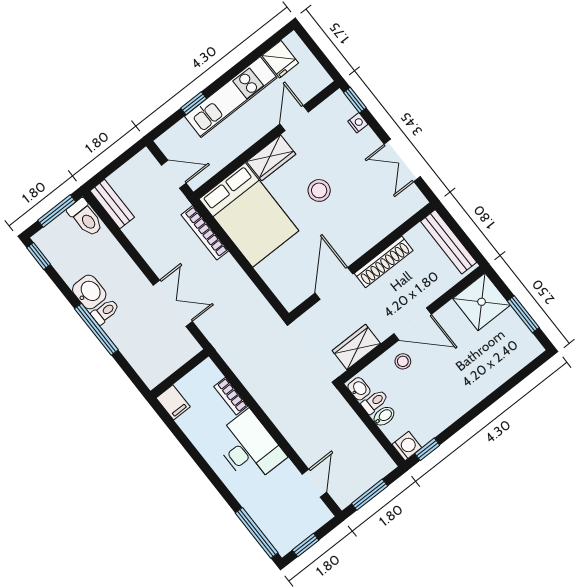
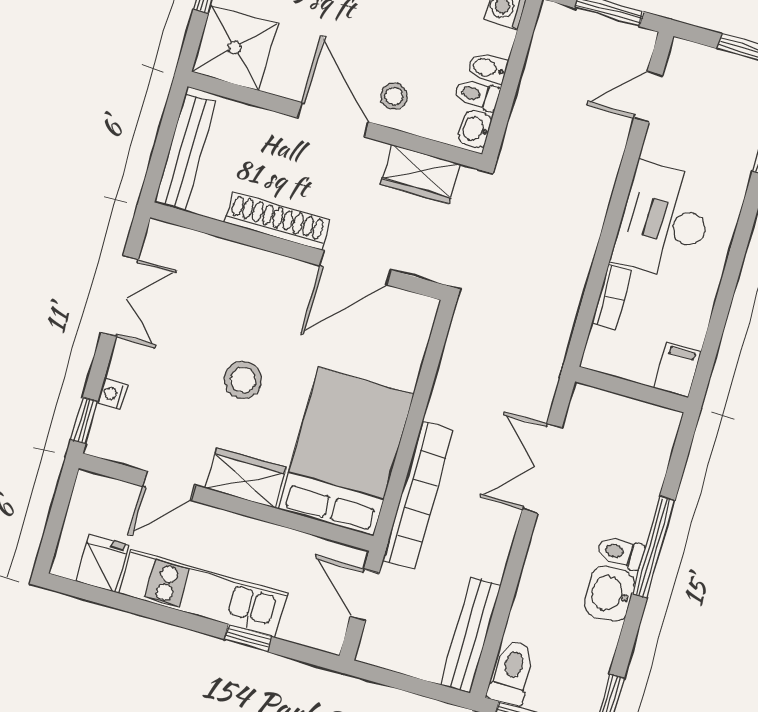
bench: (112, 204) -> (471, 635), width x1.36
bookcase: (205, 233) -> (418, 496), width x1.48, depth x1.31

